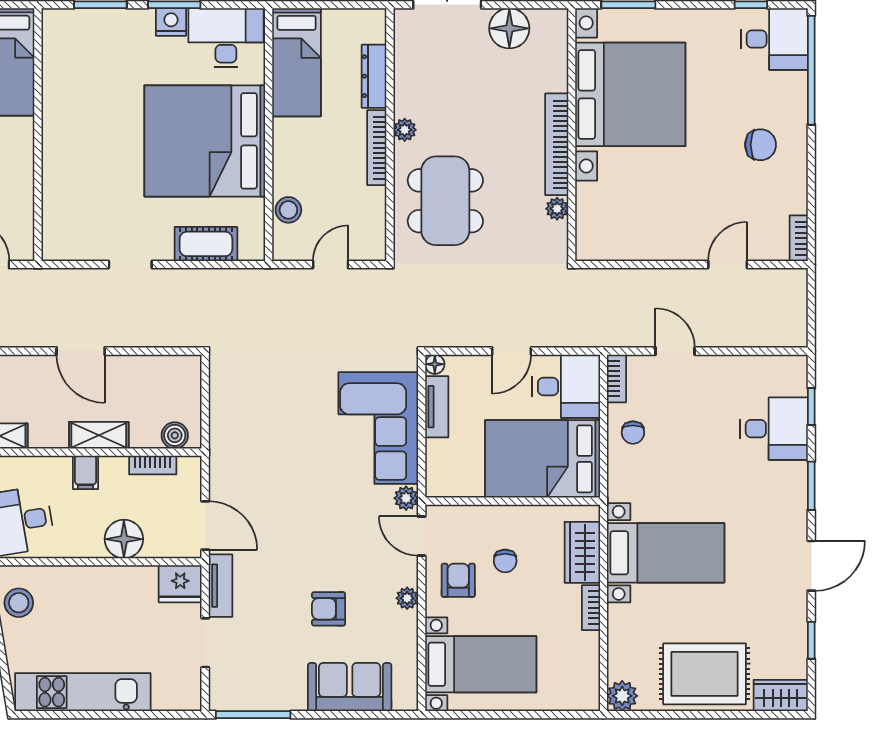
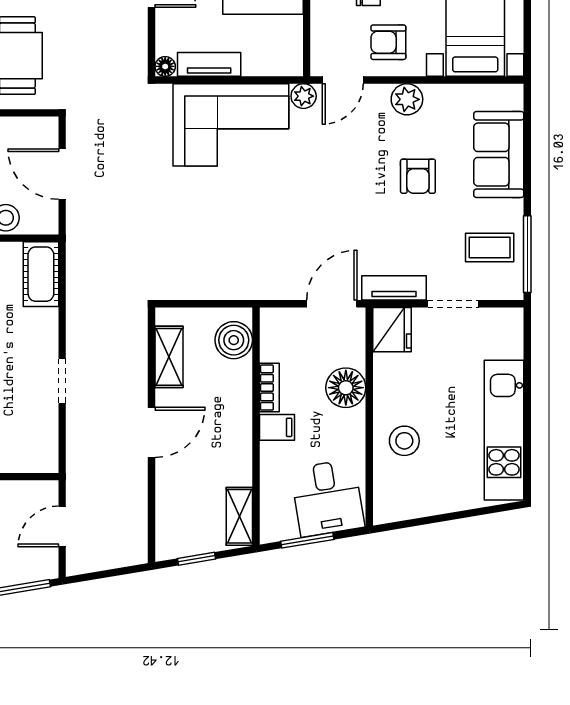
cot: (206, 244) -> (41, 274), moved
door: (331, 264) -> (62, 174), width x1.38
shelving: (99, 435) -> (169, 357), moved
boiler: (175, 435) -> (234, 340), width x1.36, depth x1.36
bookcase: (153, 465) -> (269, 388), moved
plant: (407, 598) -> (407, 99), width x1.38, depth x1.38
stool: (19, 603) -> (404, 441), moved
coffee table: (260, 678) -> (490, 248), added

